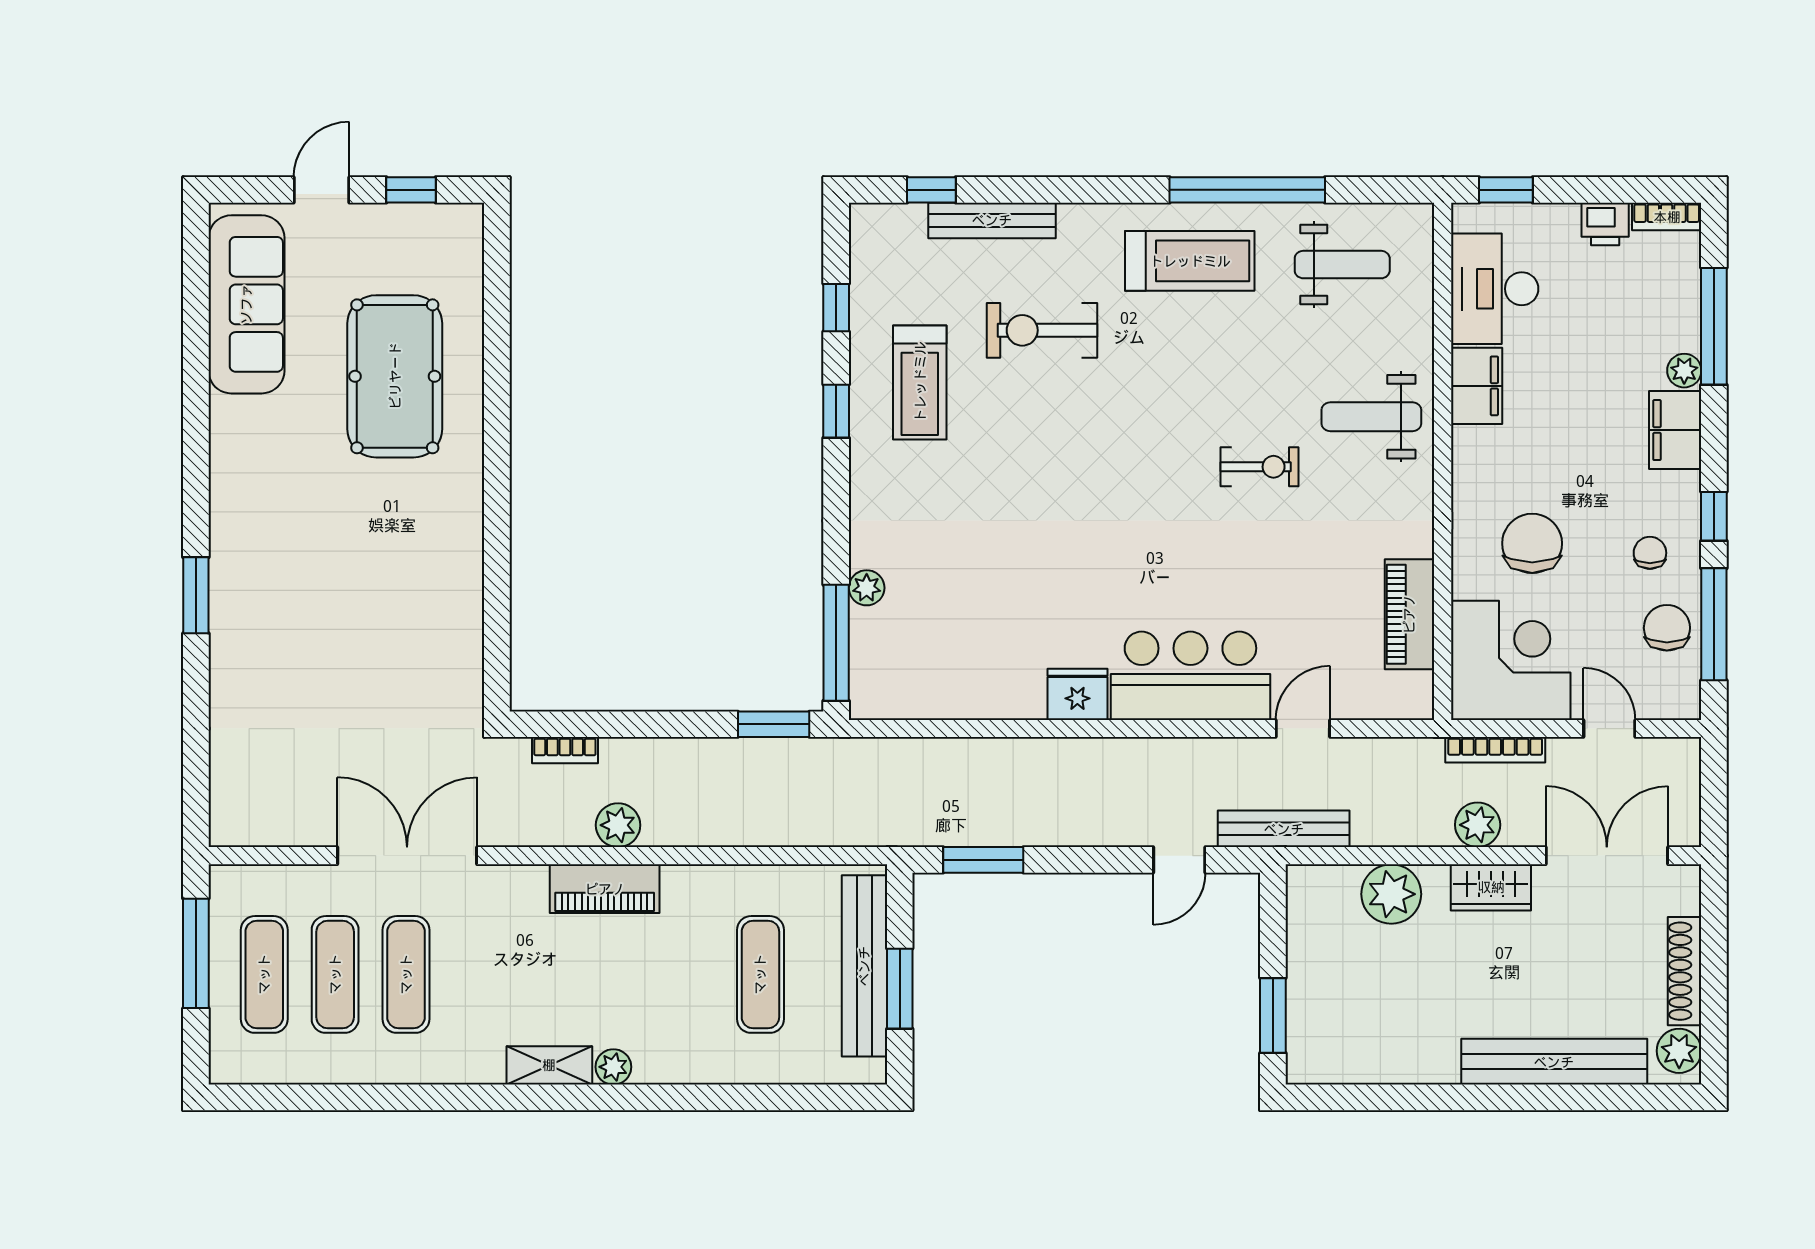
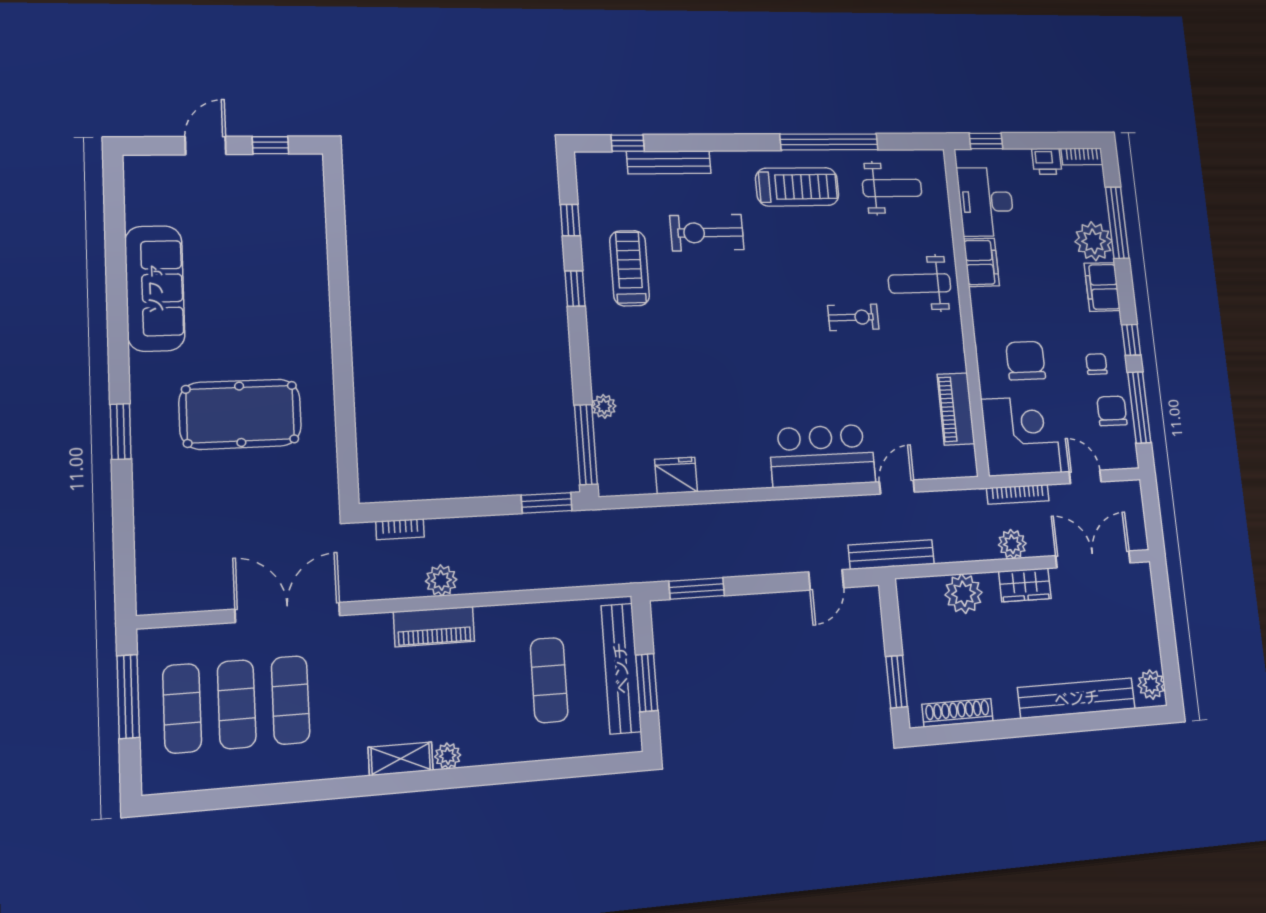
sofa: (246, 304) -> (155, 288), moved
plant: (1684, 371) -> (1094, 241), width x1.88, depth x1.88
pool table: (395, 376) -> (240, 414), moved, turned 90
treadmill: (920, 382) -> (629, 268), turned 180
fridge: (1077, 694) -> (676, 476), moved
shoe rack: (1685, 971) -> (958, 713), moved, turned 90

